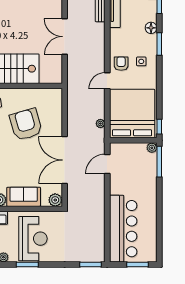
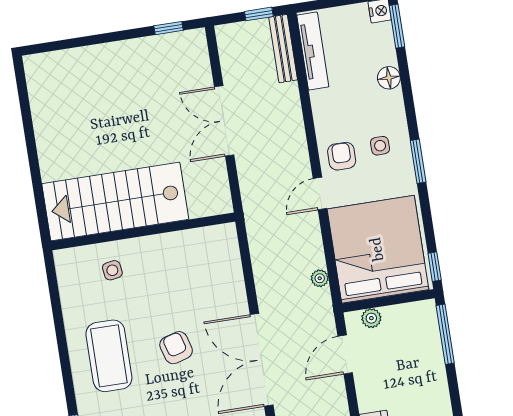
window: (159, 44) -> (418, 161), moved
armchair: (26, 124) -> (176, 348), moved, width x0.53, depth x0.53
plant: (152, 148) -> (371, 318), moved

